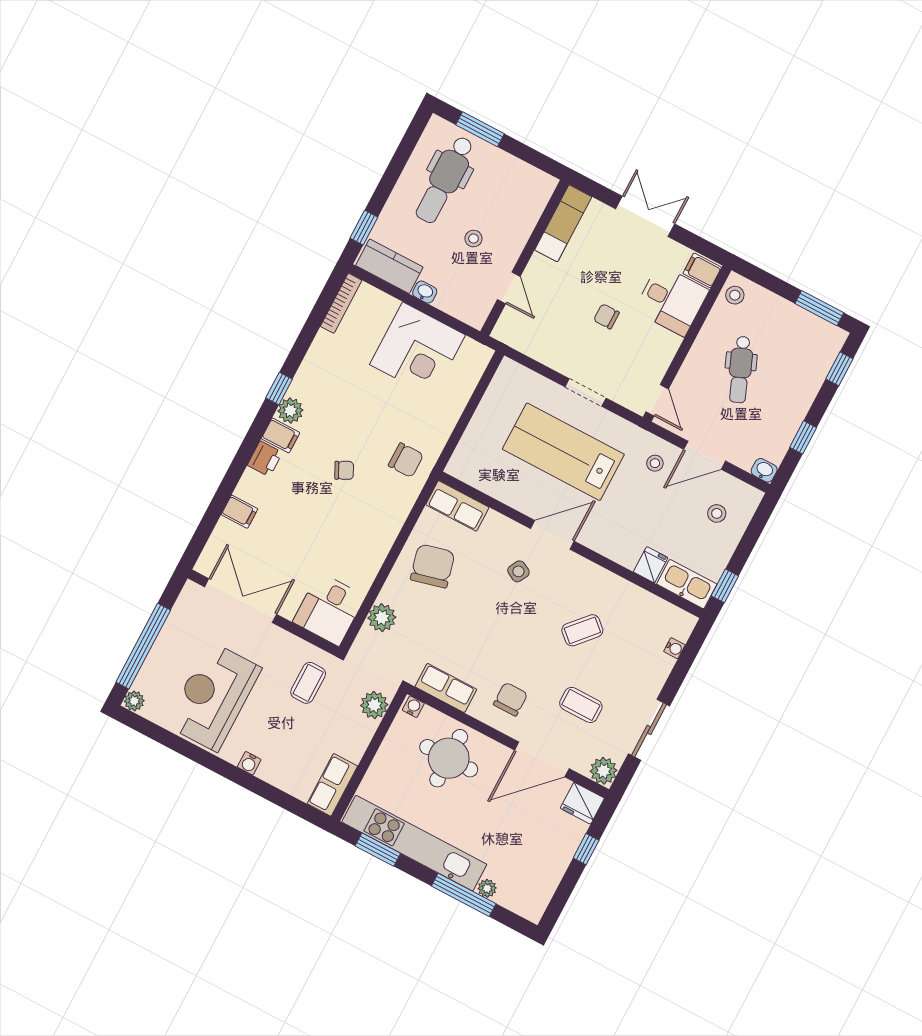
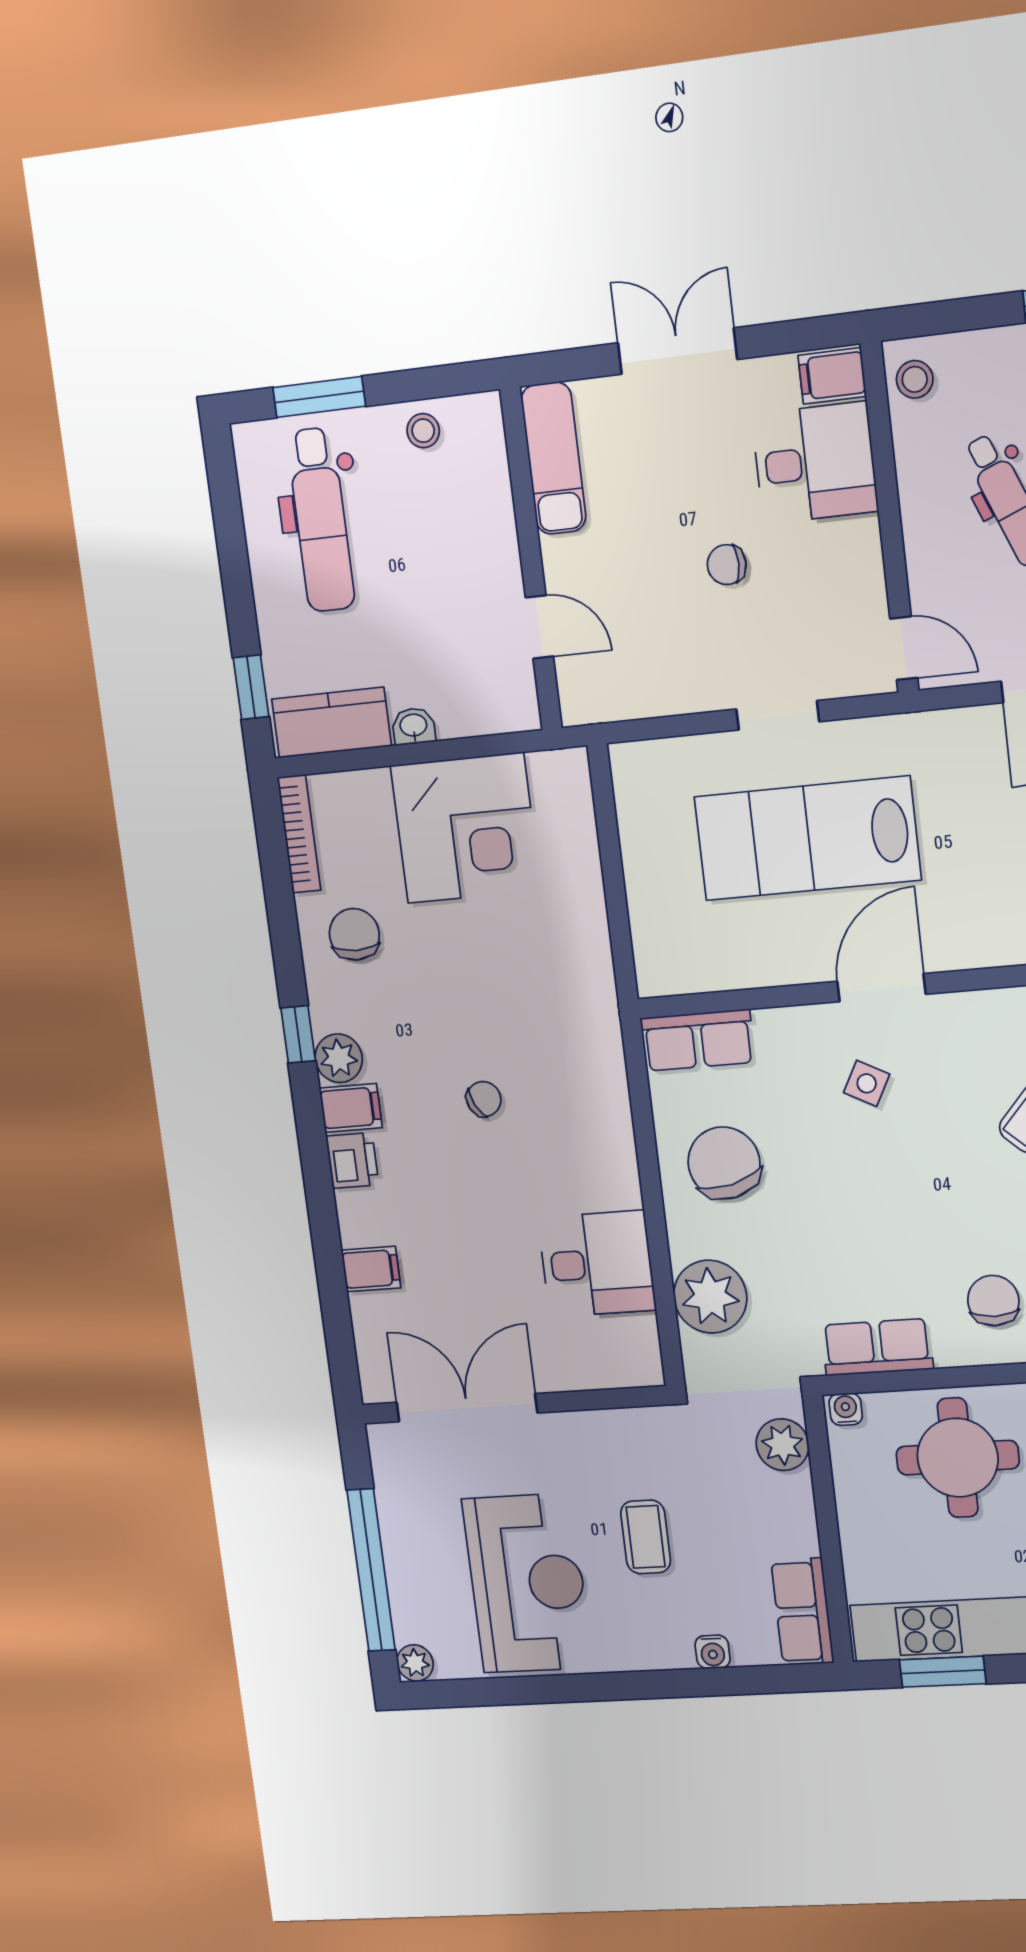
stool: (473, 239) -> (423, 431), moved
chair: (406, 460) -> (354, 934), moved, turned -90
stool: (655, 463) -> (970, 757), removed
desk: (329, 609) -> (597, 1264), moved, turned -90
plant: (382, 618) -> (710, 1297), width x1.36, depth x1.36
coffee table: (308, 683) -> (646, 1537), moved
reception desk: (213, 696) -> (527, 1583), turned 180
water cooler: (249, 763) -> (713, 1652), moved

